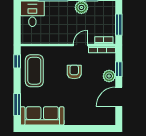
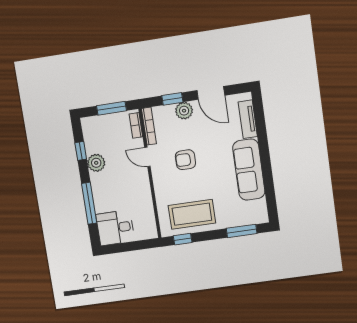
sofa: (42, 116) -> (249, 170), moved
tv unit: (96, 120) -> (248, 119), added

